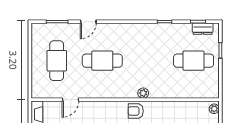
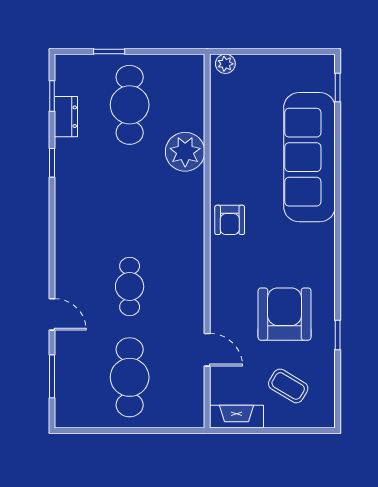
dresser: (203, 29) -> (66, 117), moved
cafe table: (57, 61) -> (130, 377), turned 90
cafe table: (102, 61) -> (130, 286), width x0.73, depth x0.74
plant: (143, 93) -> (185, 152), moved, width x1.88, depth x1.88

